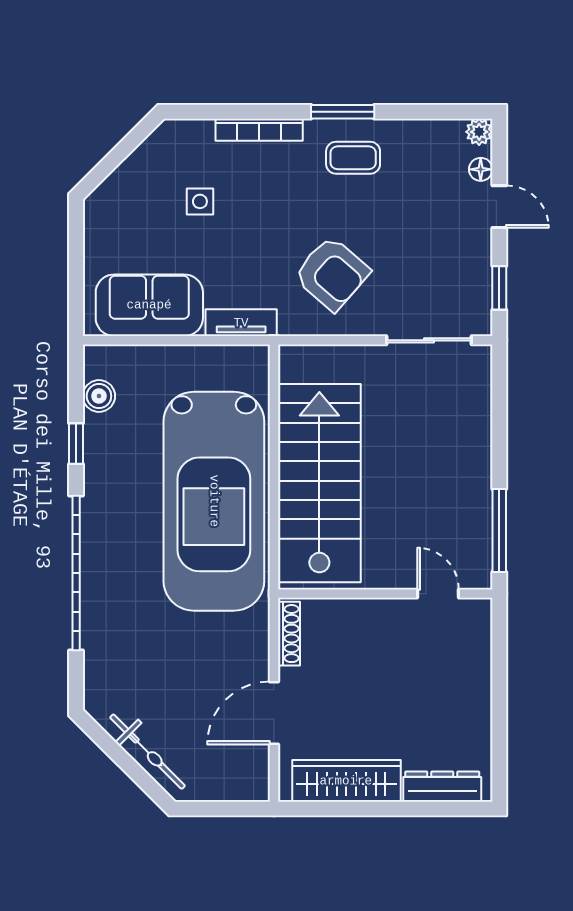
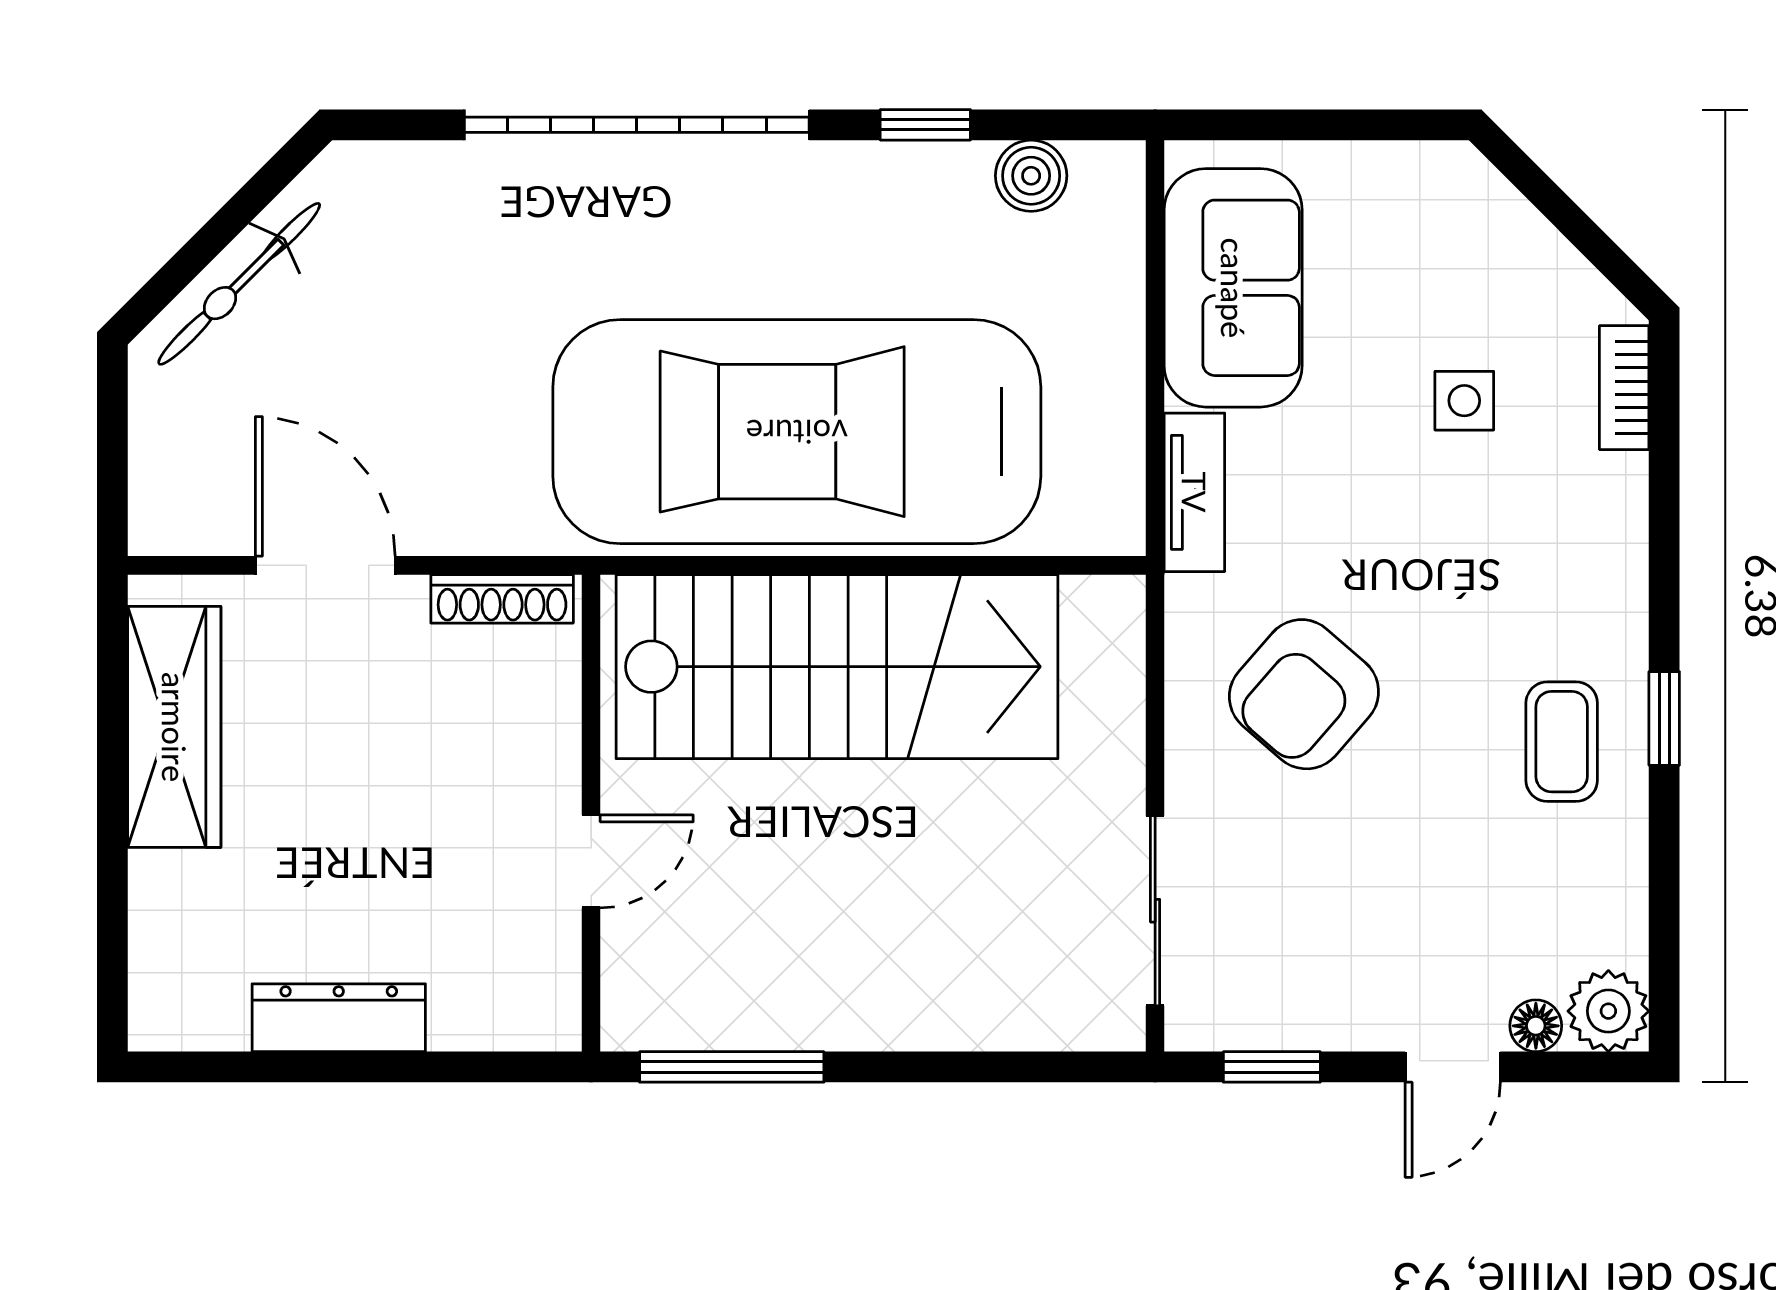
window: (343, 112) -> (1664, 718), width x0.67
bookcase: (259, 130) -> (1624, 388), moved, width x0.64
plant: (479, 132) -> (1608, 1011), width x1.38, depth x1.38
door: (438, 594) -> (591, 861), moved
dresser: (442, 787) -> (339, 1018), moved, turned -90

